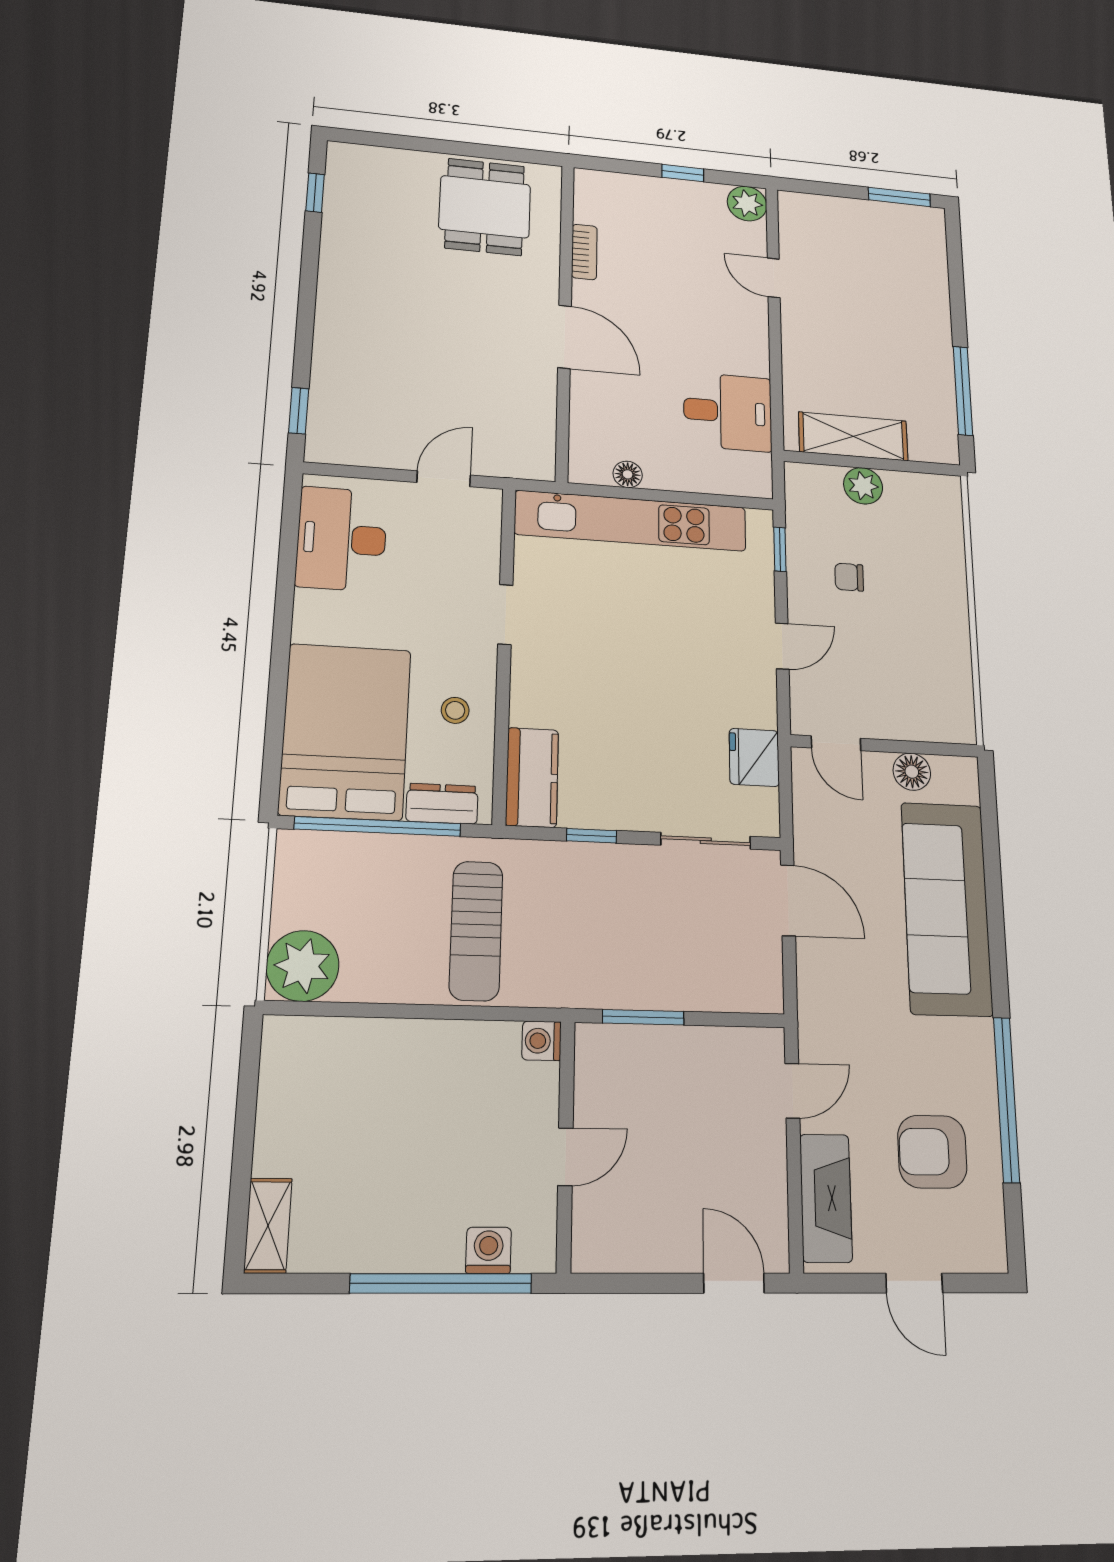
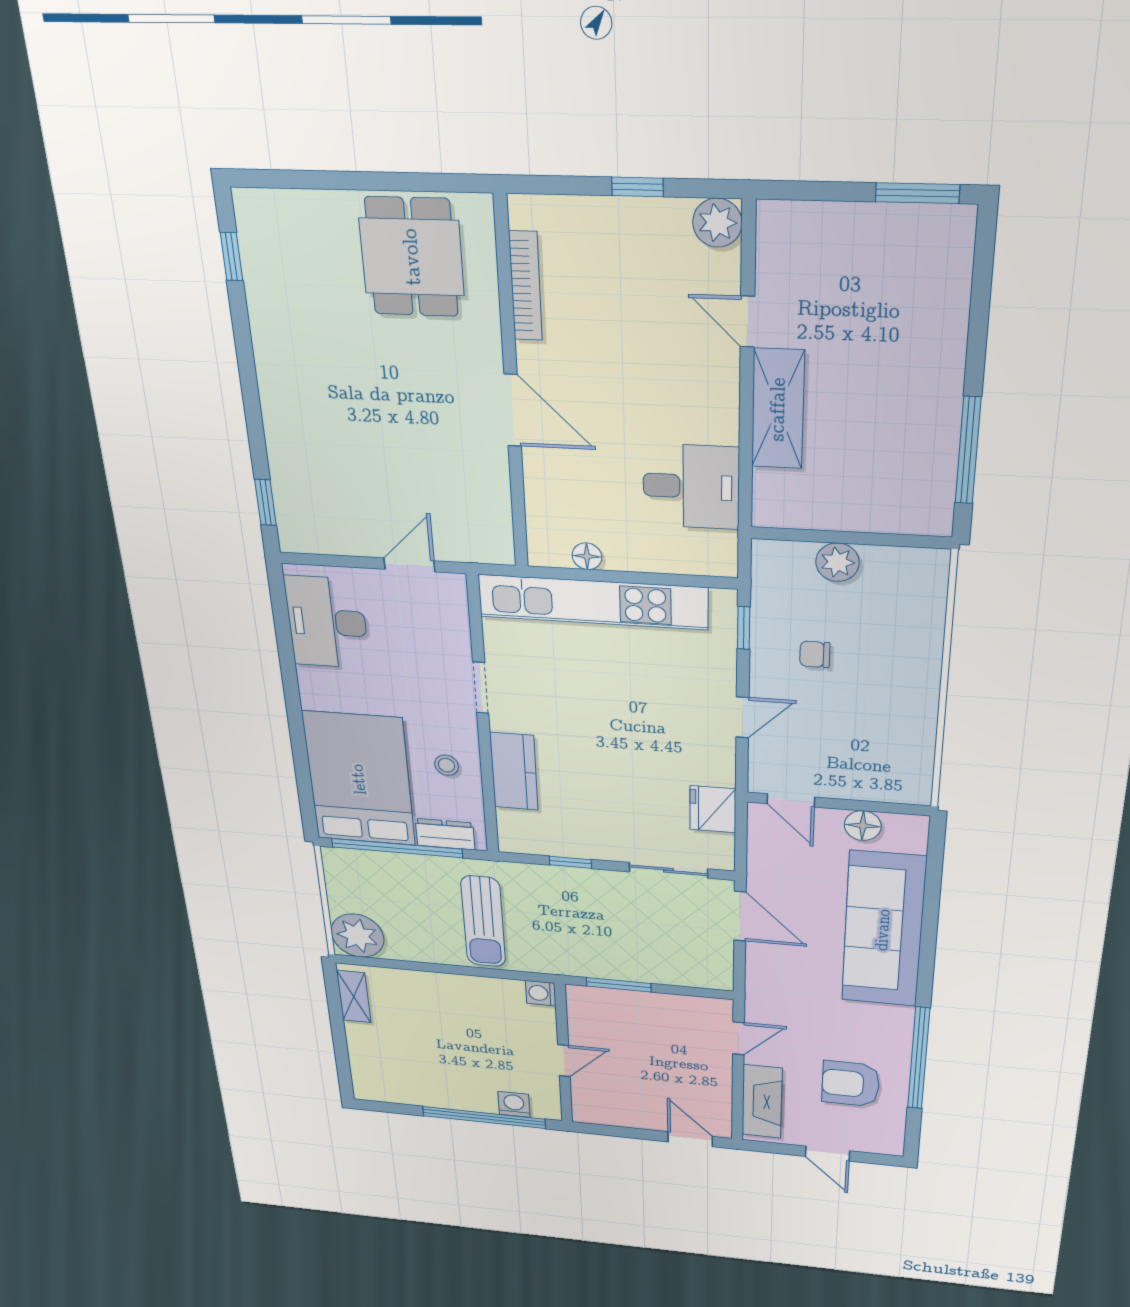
bookcase: (584, 252) -> (526, 286), width x1.56
shelving: (853, 436) -> (778, 409), moved, turned 90
kitchen counter: (532, 777) -> (514, 771), moved
shelving: (268, 1226) -> (354, 997), moved

